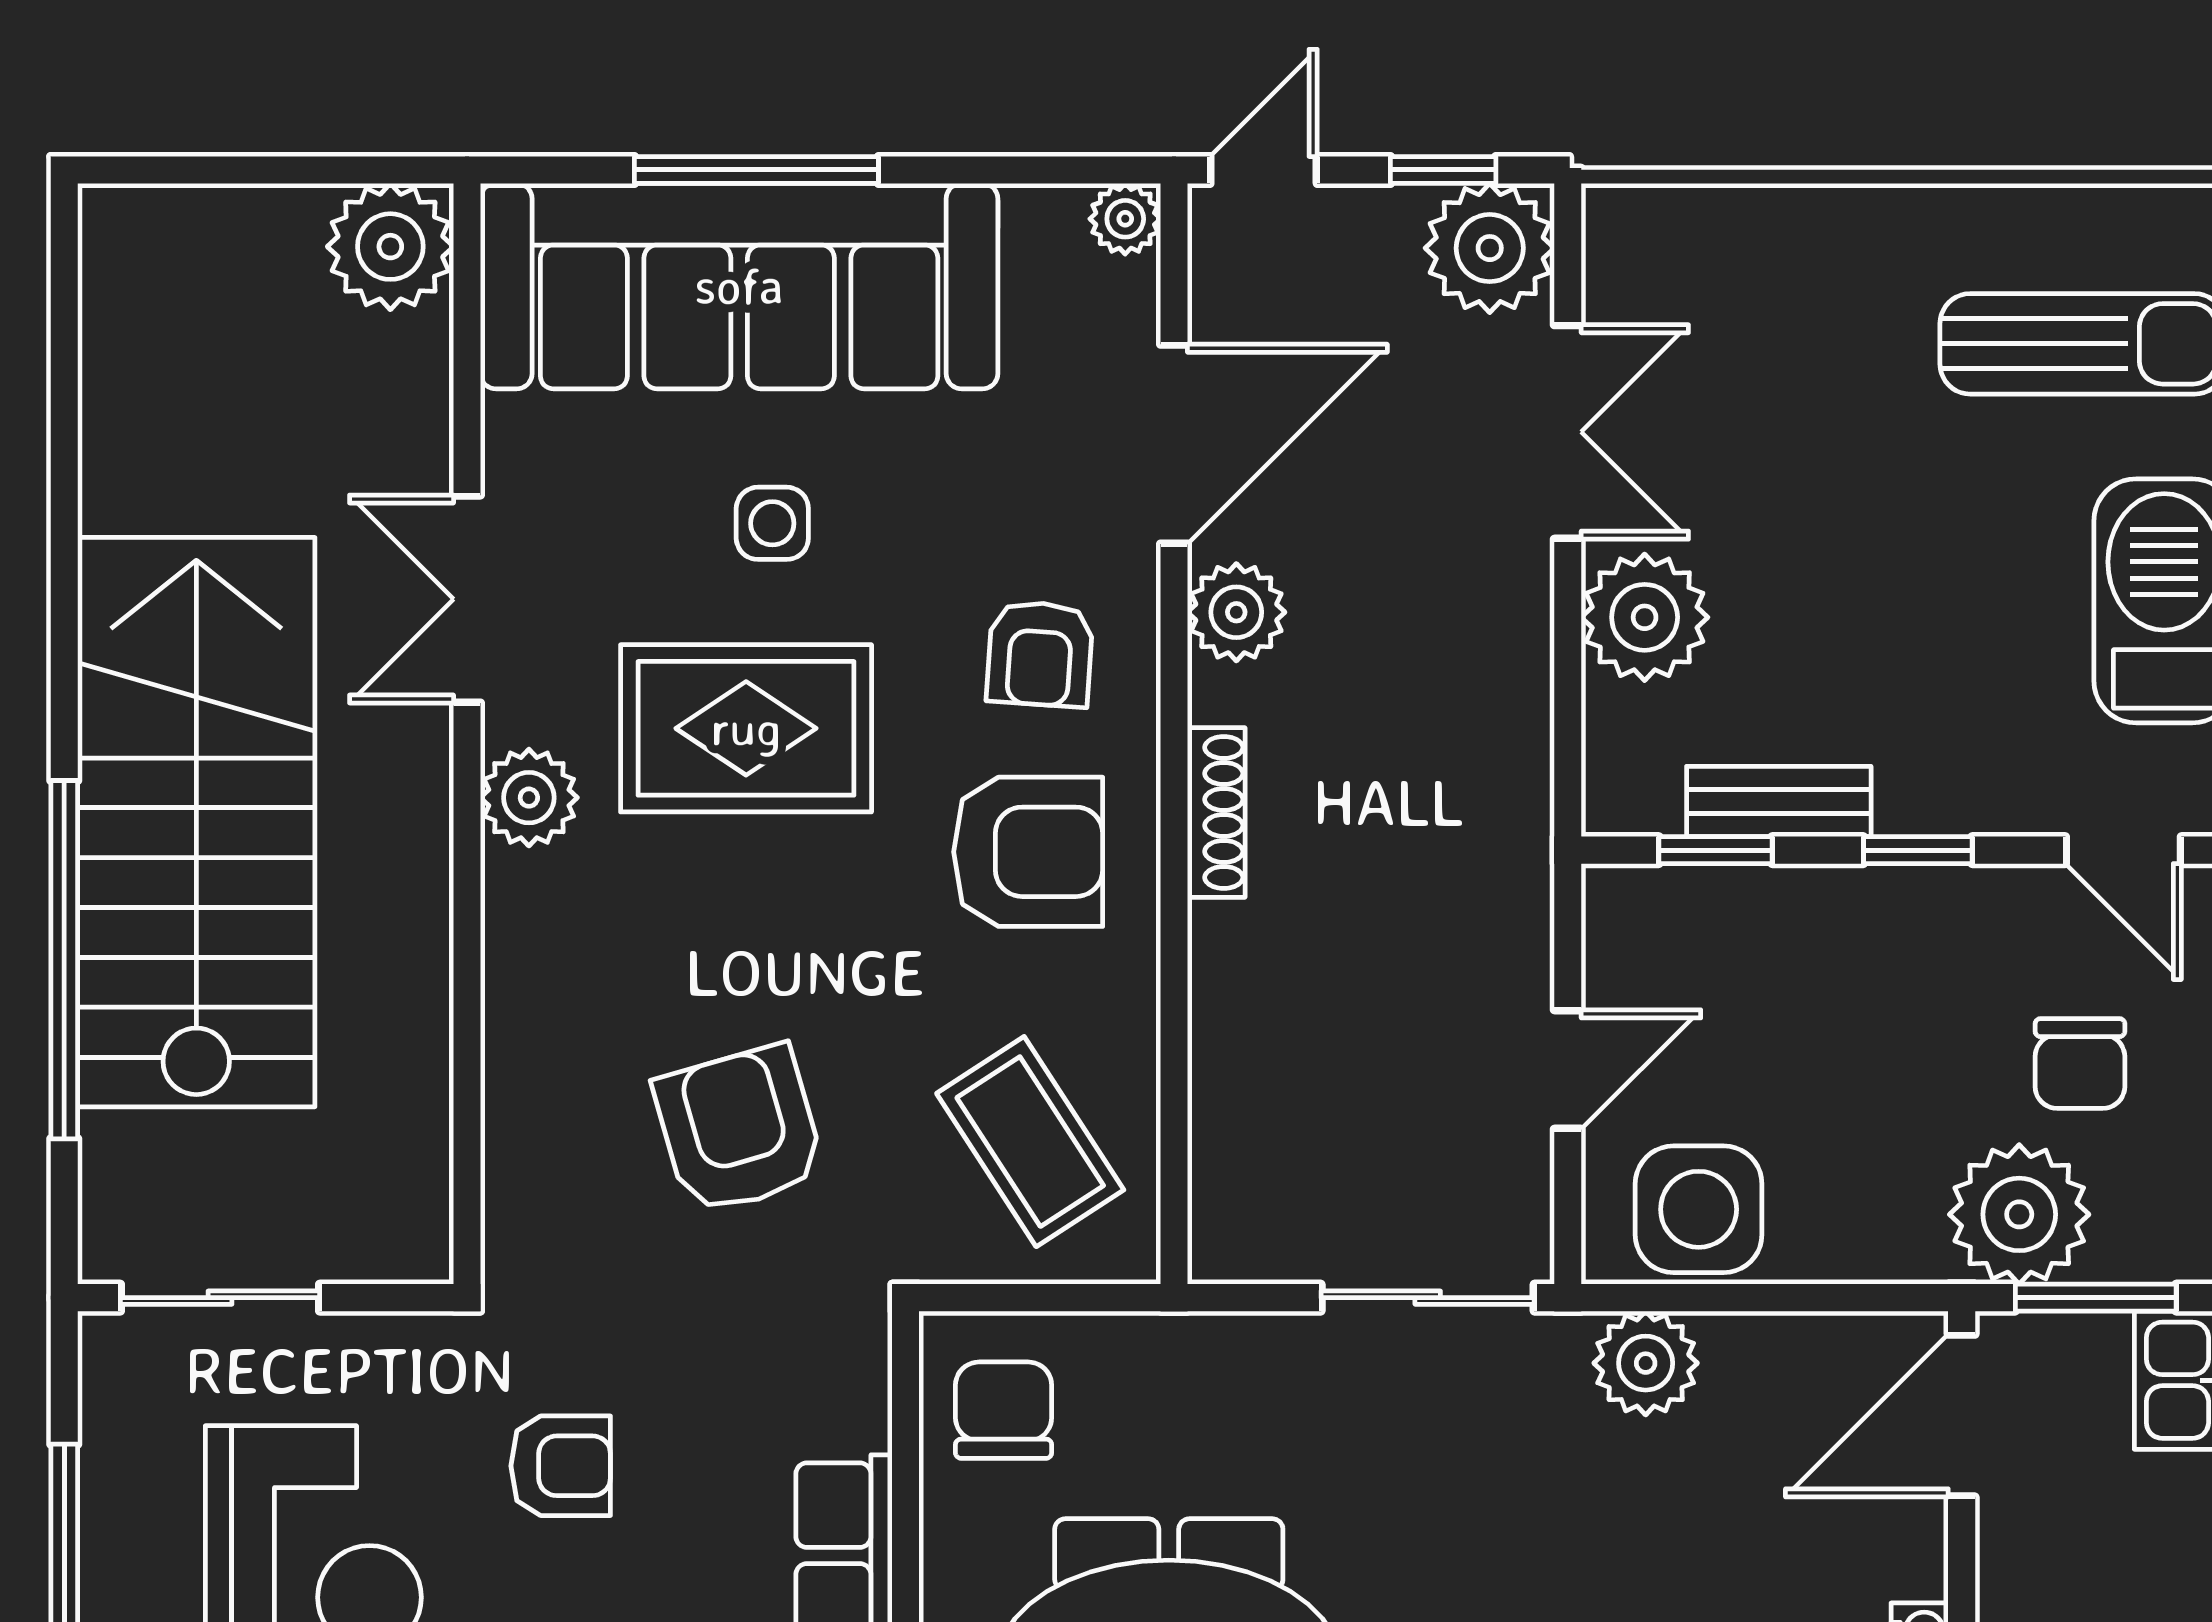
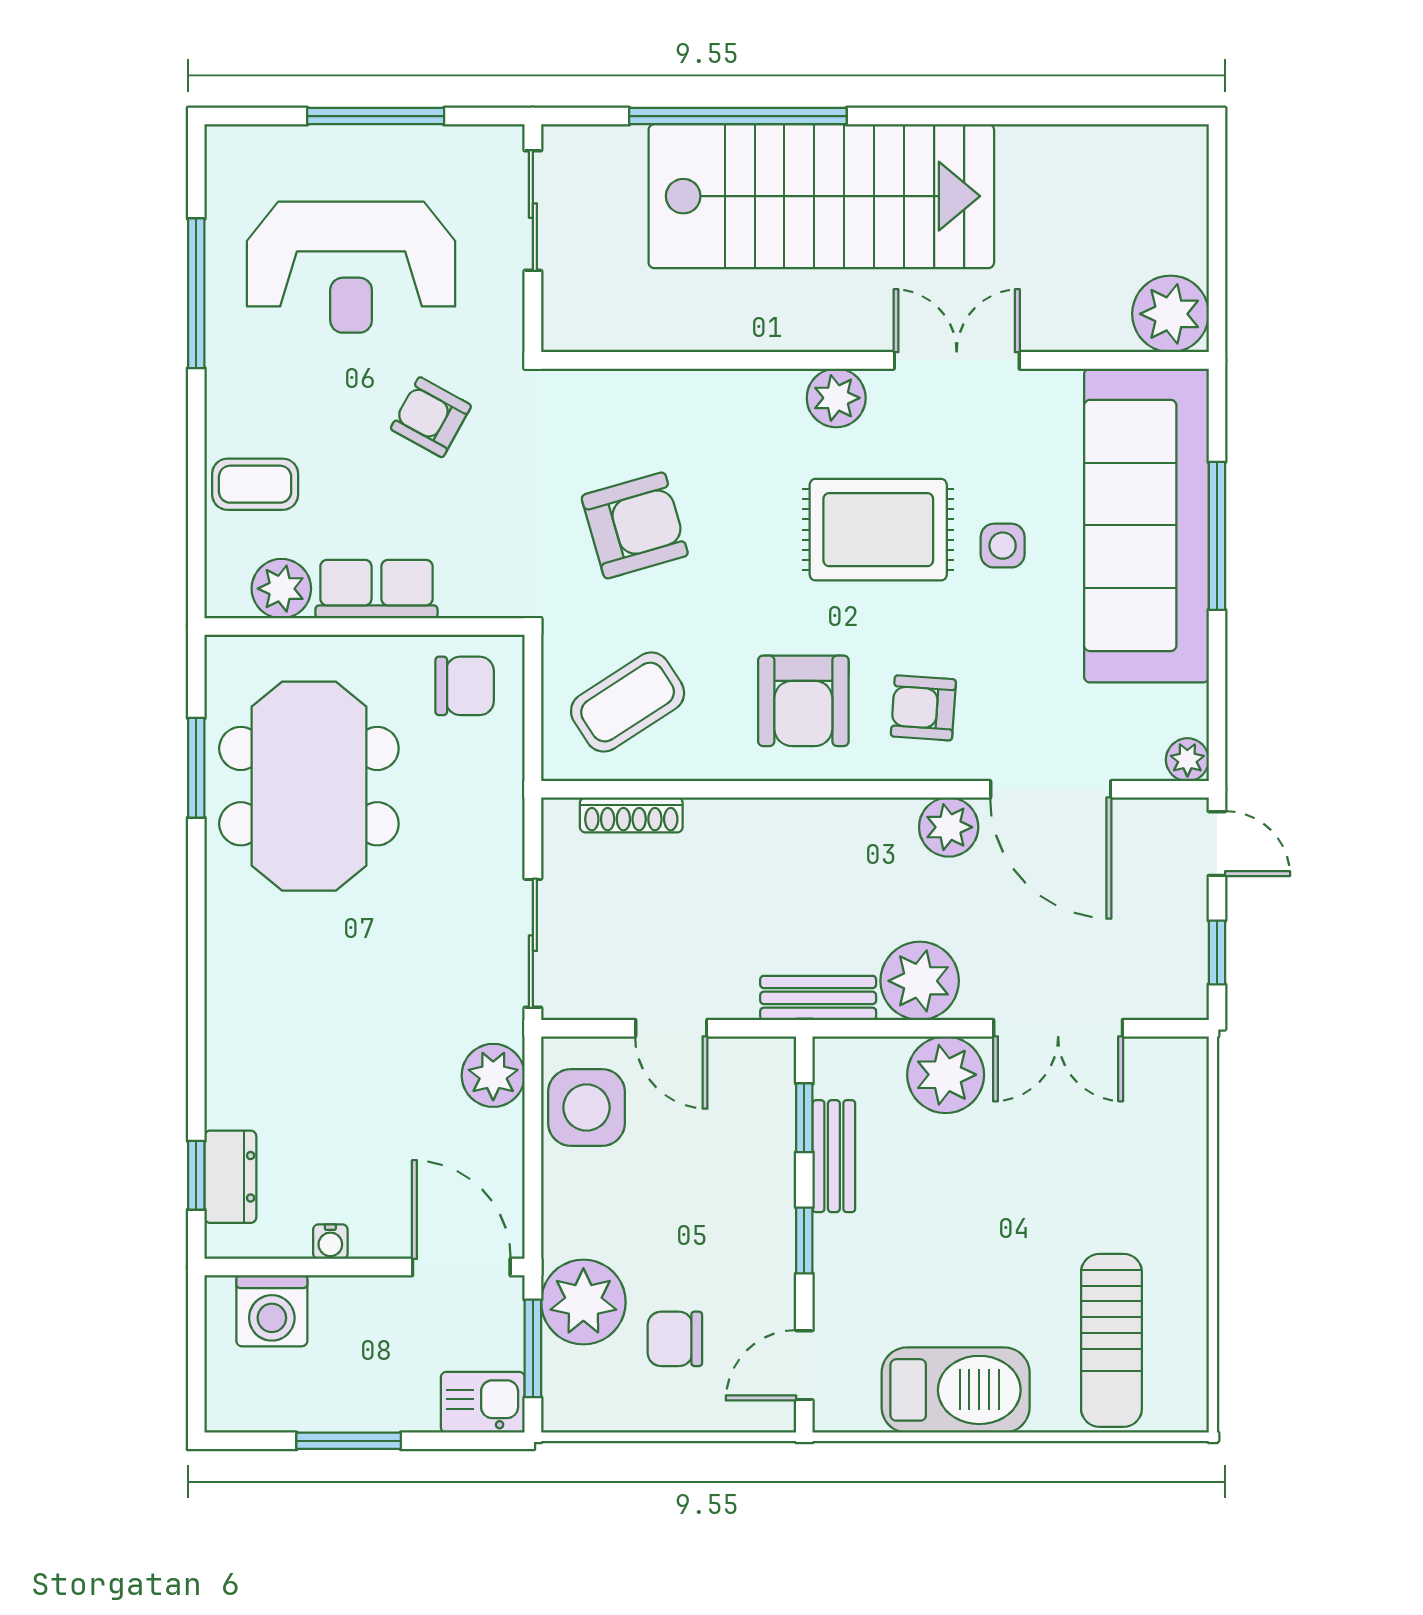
plant: (1490, 248) -> (920, 981), moved
rug: (746, 728) -> (878, 530), turned 90
shoe rack: (1216, 812) -> (631, 815), moved
bench: (1518, 827) -> (818, 998), added
armchair: (561, 1466) -> (431, 417), turned 119

